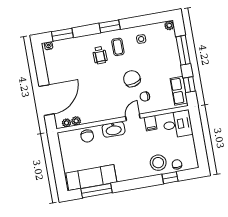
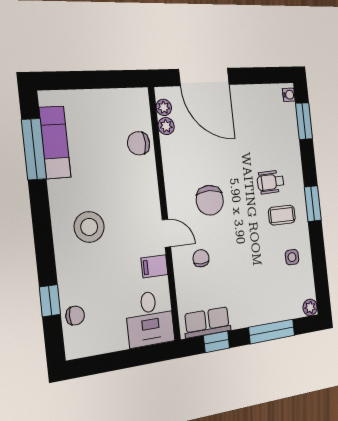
chair: (132, 79) -> (210, 200), moved, turned 104
washbasin: (114, 129) -> (147, 195), removed
stool: (158, 163) -> (89, 227), moved
exam couch: (91, 178) -> (55, 142), width x0.73, depth x0.69

